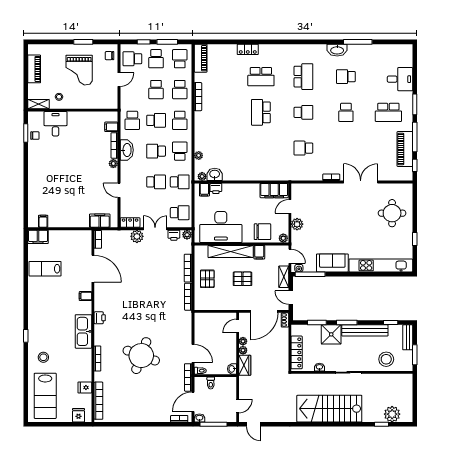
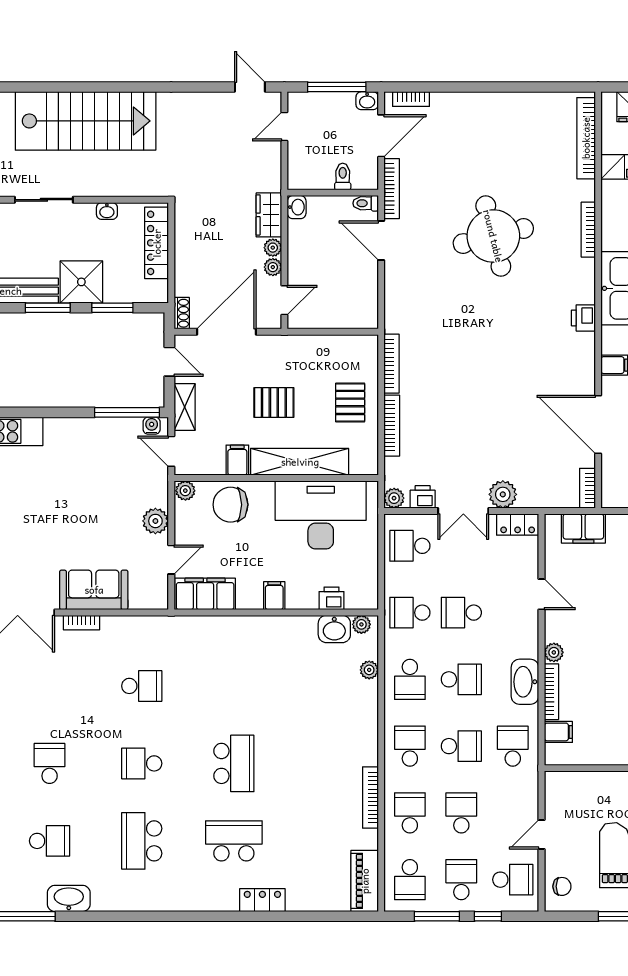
school desk: (156, 120) -> (461, 746), turned 180
filing cabinet: (204, 190) -> (274, 596), moved
sofa: (332, 263) -> (94, 590), moved, turned 180
round table: (141, 356) -> (493, 236), turned -34

